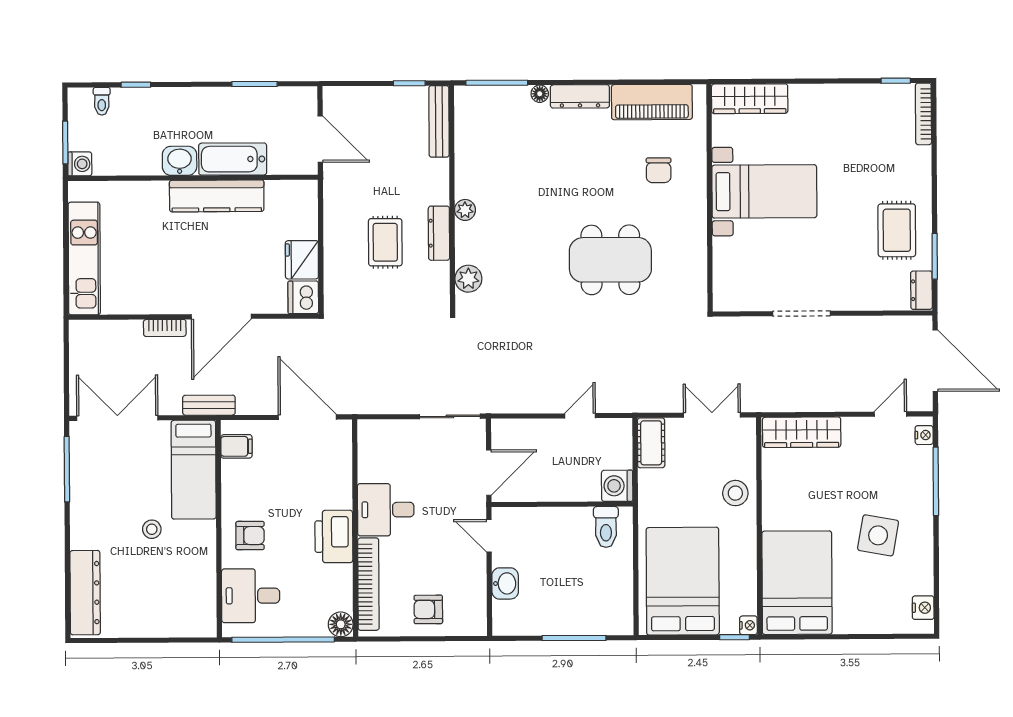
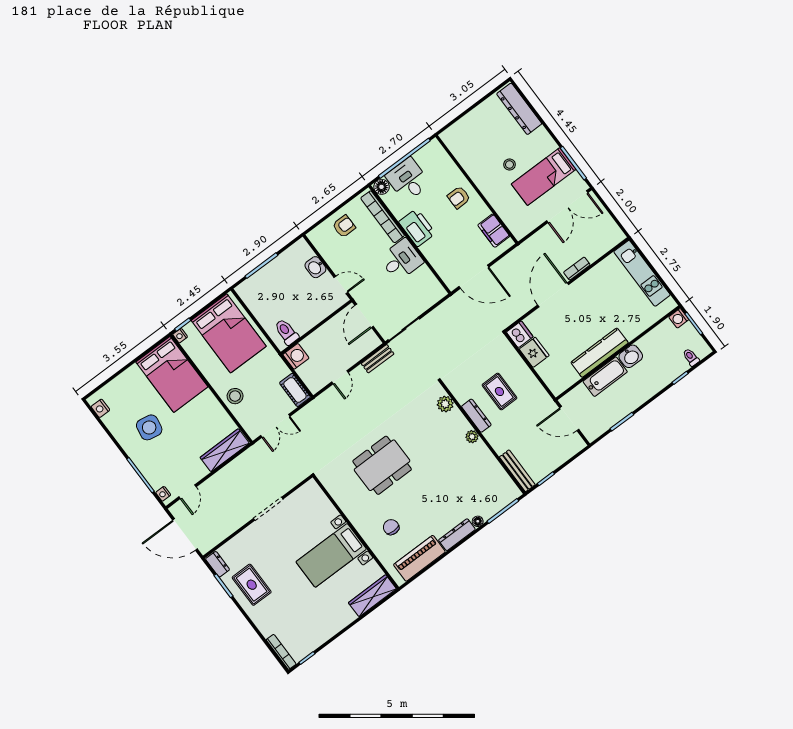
bench: (209, 405) -> (378, 359), moved
filing cabinet: (236, 446) -> (494, 231), width x2.00
bed: (194, 470) -> (544, 177), moved, turned -90
desk: (251, 596) -> (408, 180), moved, turned -90

